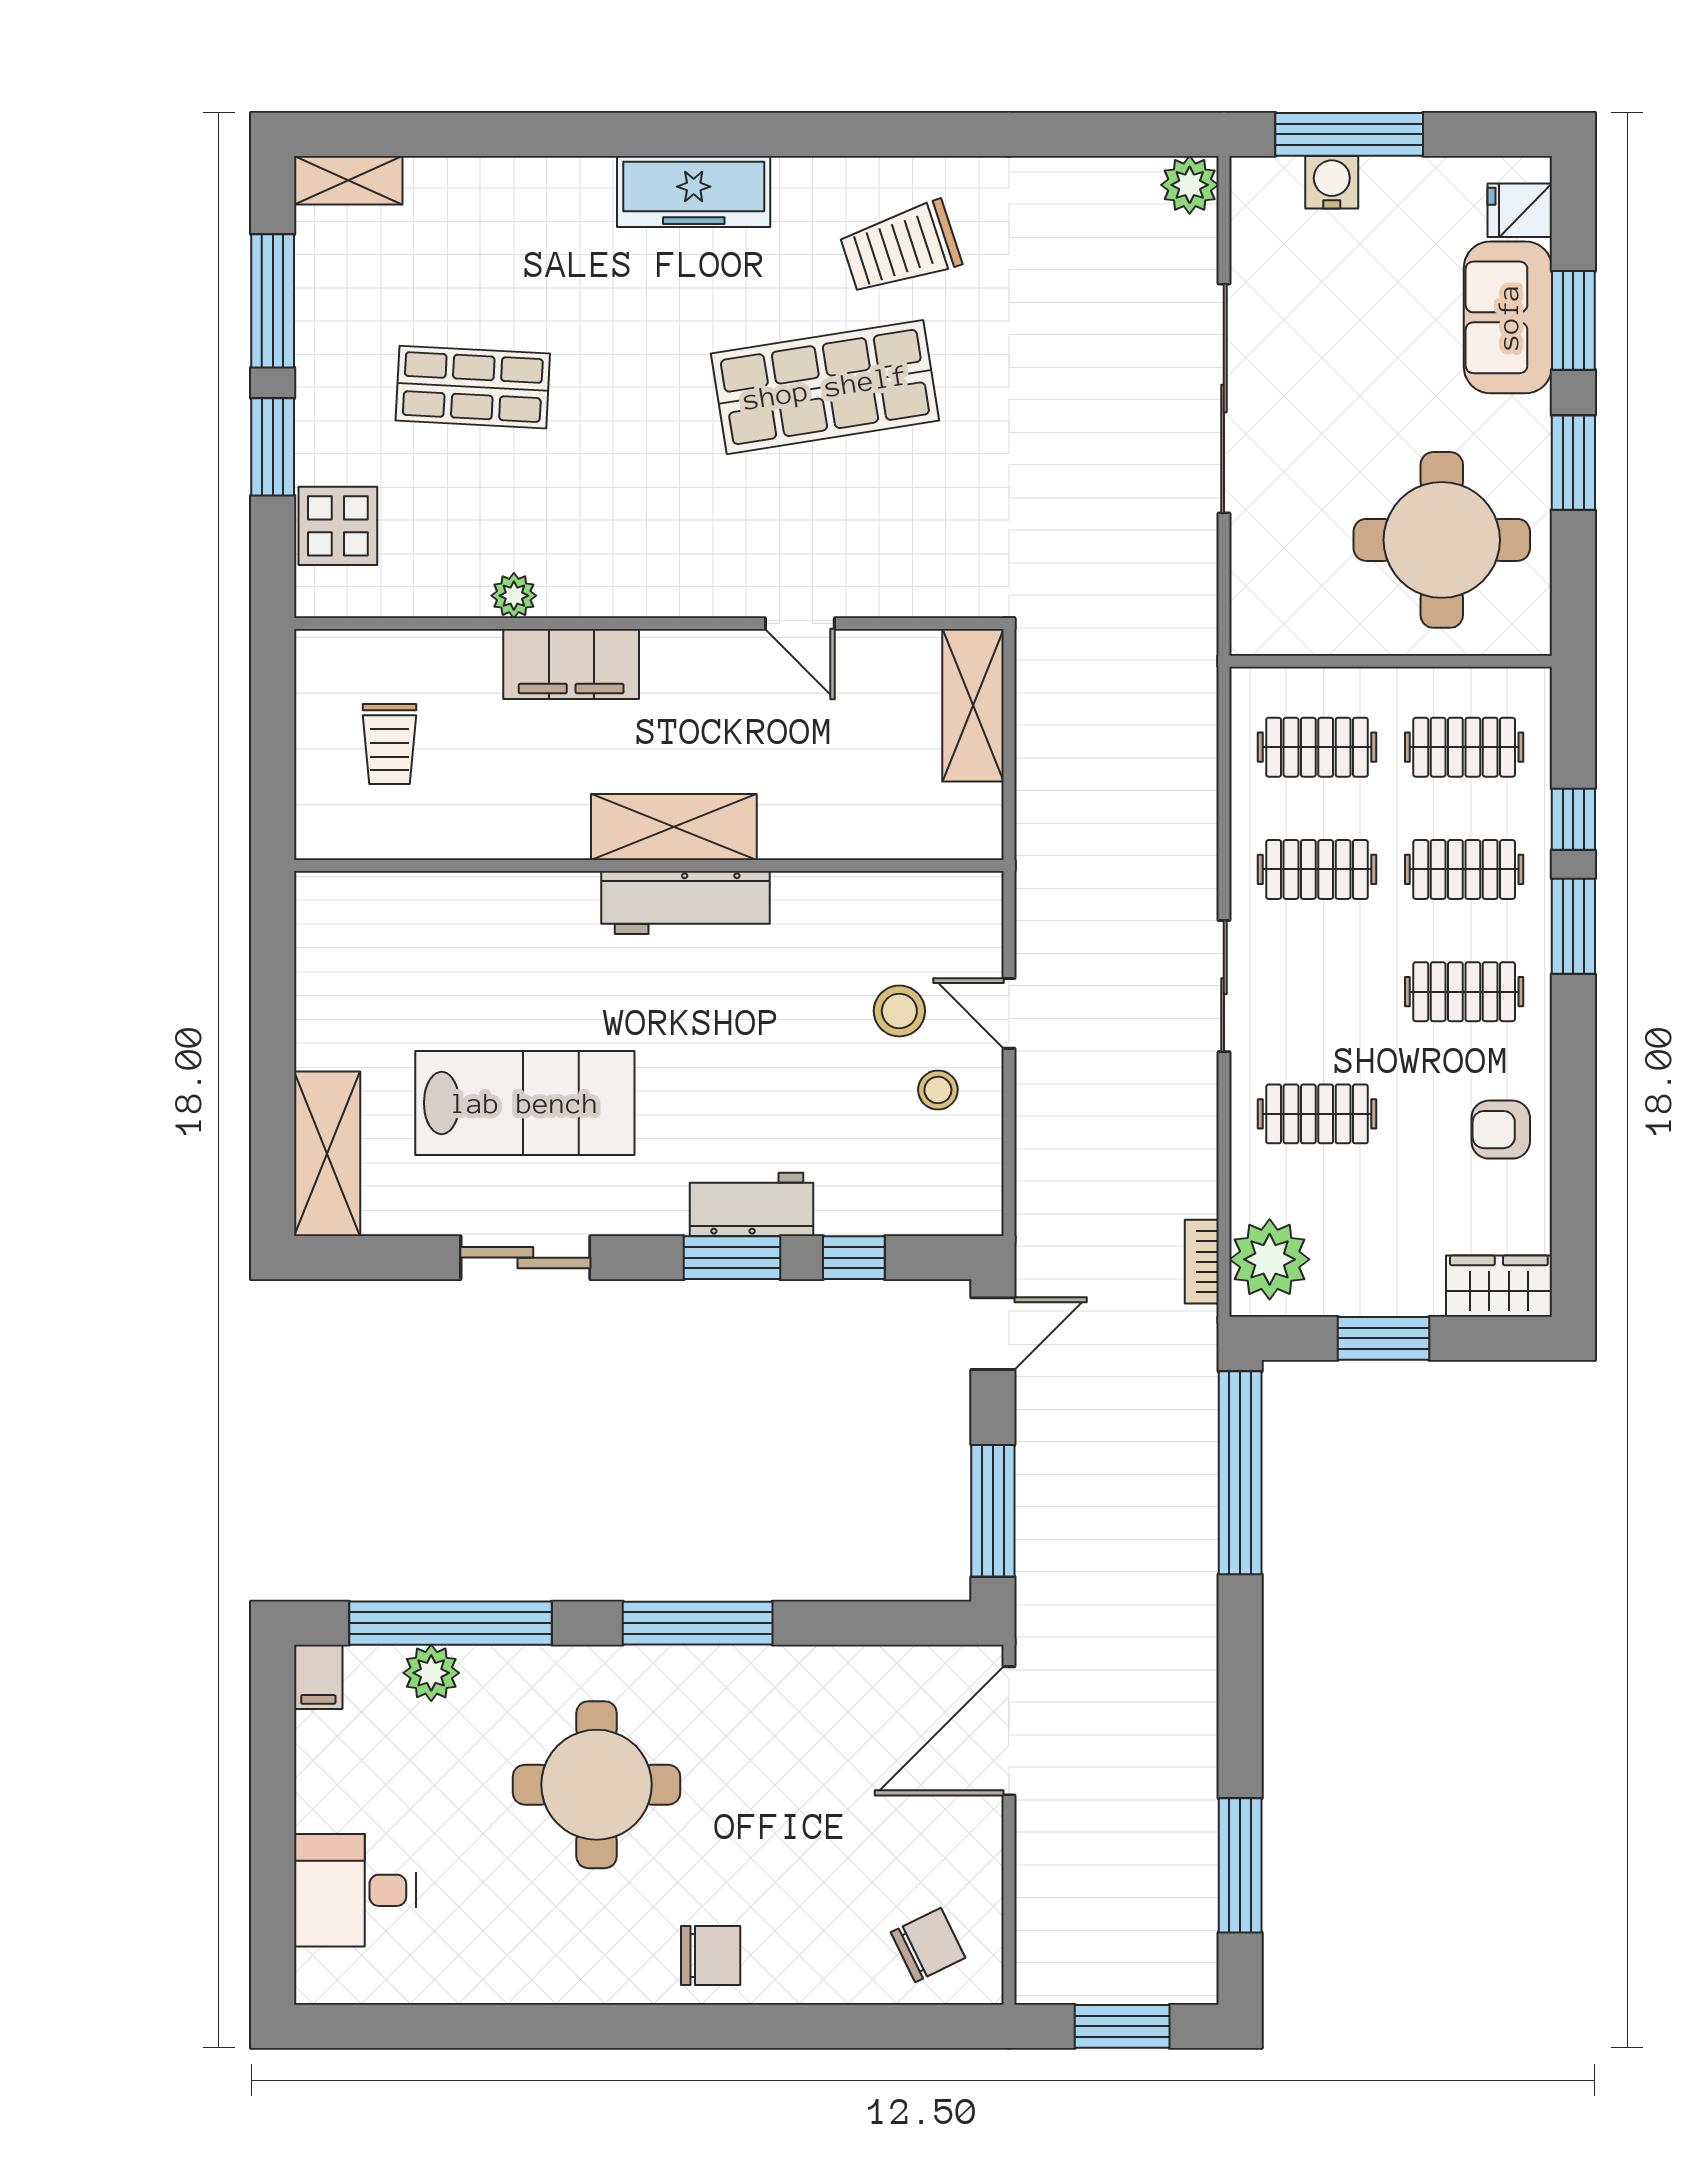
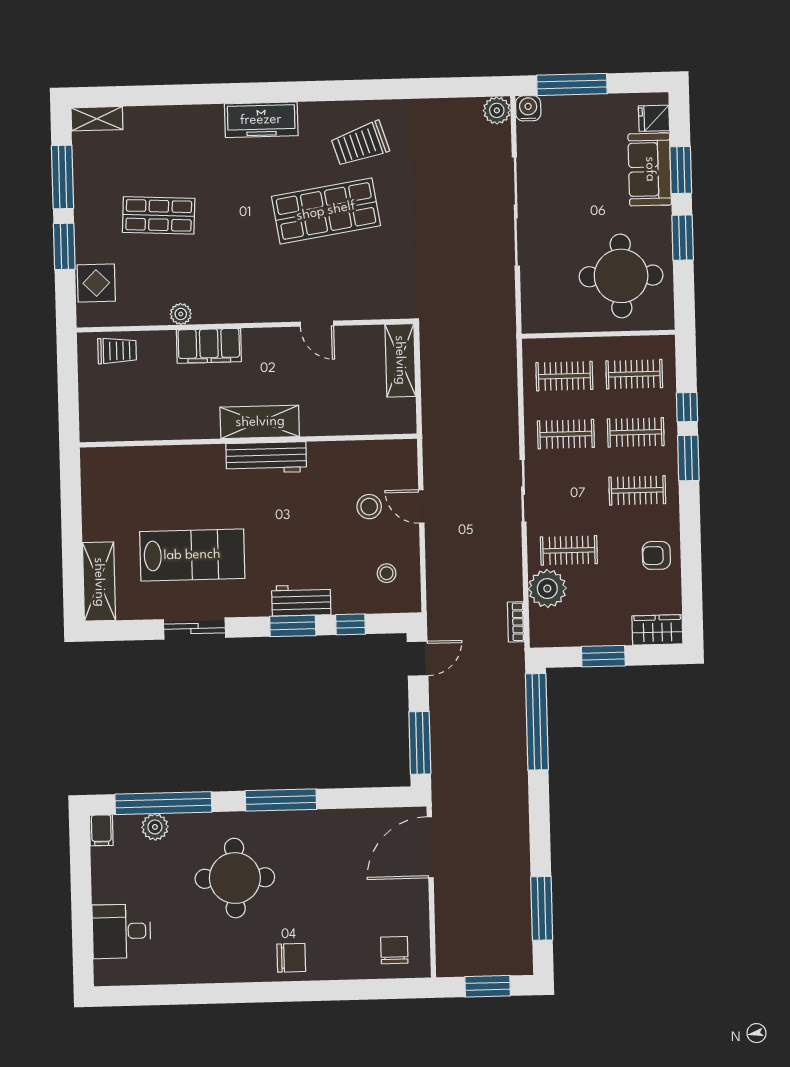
water cooler: (1332, 182) -> (528, 108), moved
trolley: (389, 744) -> (117, 351), moved, turned -90
stool: (938, 1090) -> (387, 573), moved
plant: (1270, 1259) -> (547, 589), moved
chair: (928, 1945) -> (394, 950), turned -64

